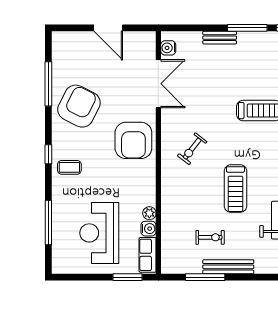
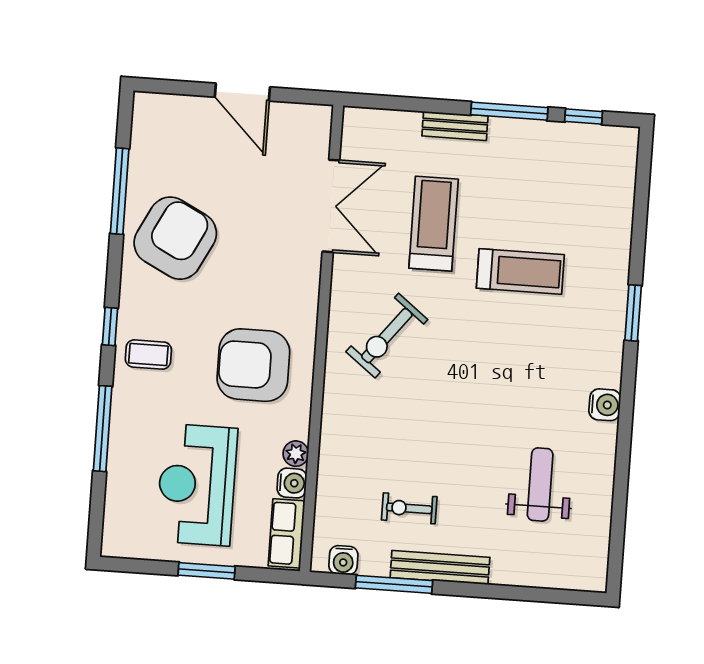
water cooler: (168, 48) -> (343, 560), moved, turned -90
armchair: (133, 140) -> (253, 365), moved, turned 90
exercise bike: (192, 149) -> (387, 336), width x1.38, depth x1.39
treadmill: (235, 189) -> (434, 224), moved, turned 180
window: (48, 222) -> (103, 429), moved
exercise bike: (210, 237) -> (409, 508), turned 180
window: (128, 277) -> (207, 571), moved

